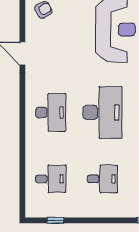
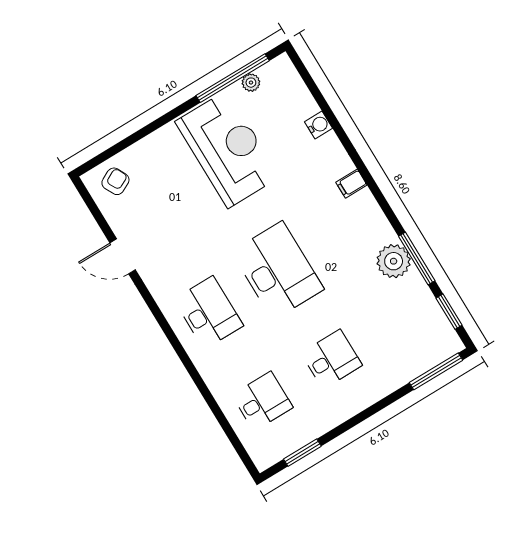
window: (55, 220) -> (302, 453), width x1.50

